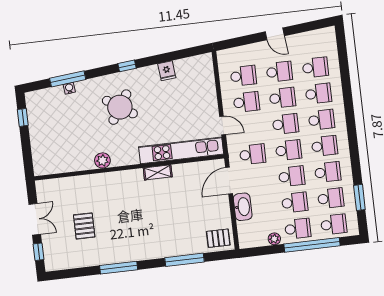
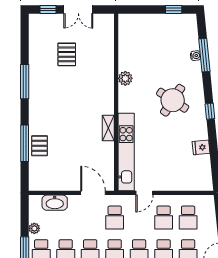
washbasin: (243, 207) -> (55, 203), moved
pallet: (84, 226) -> (67, 54), turned 90
pallet: (218, 238) -> (40, 146), moved

